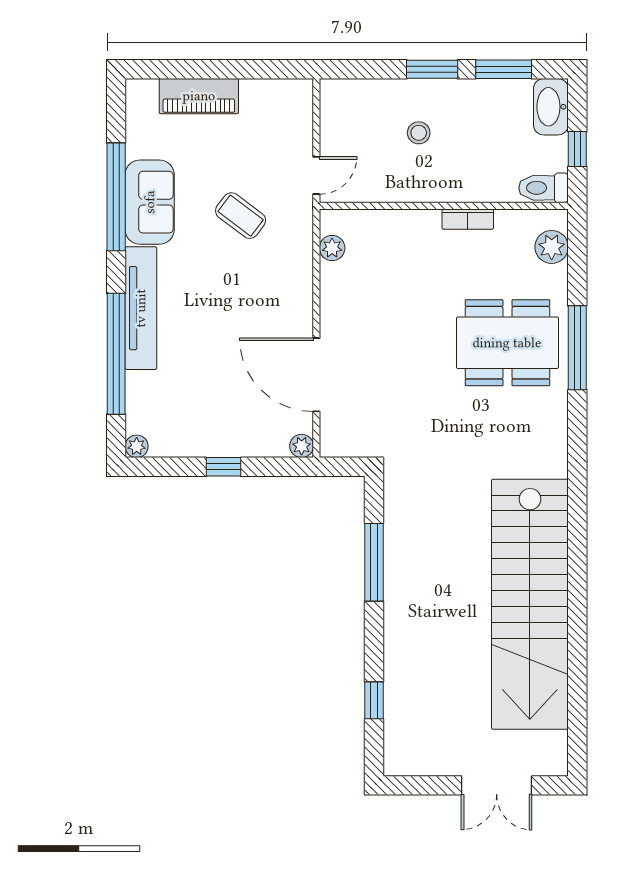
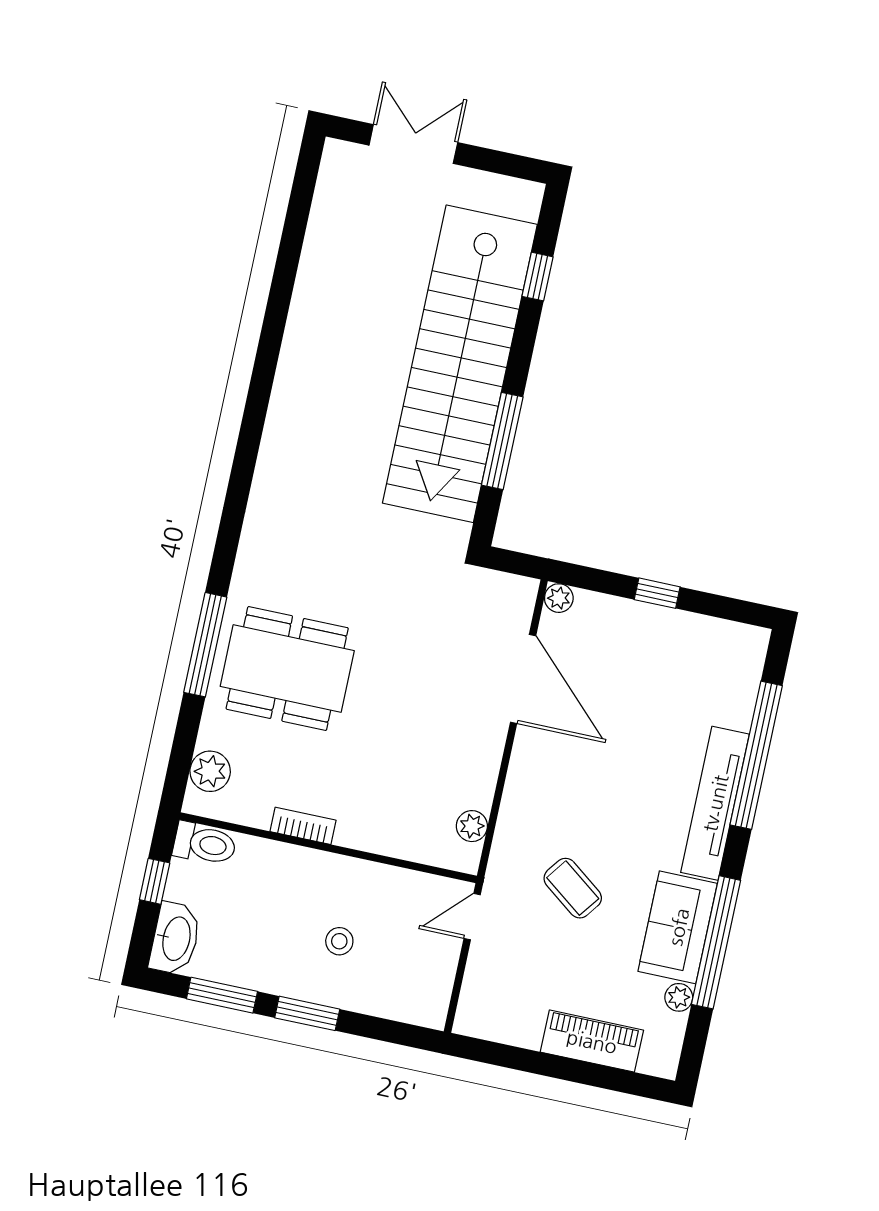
plant: (137, 446) -> (679, 997), moved
stairs: (530, 604) -> (460, 364), moved, turned 180

